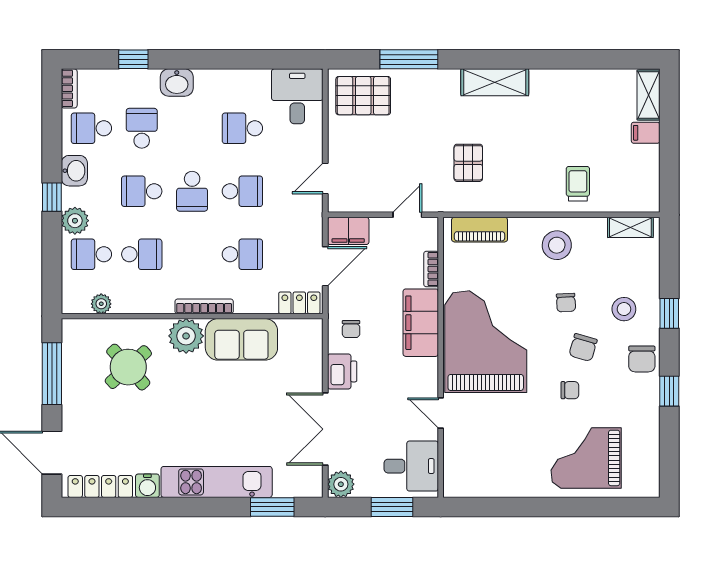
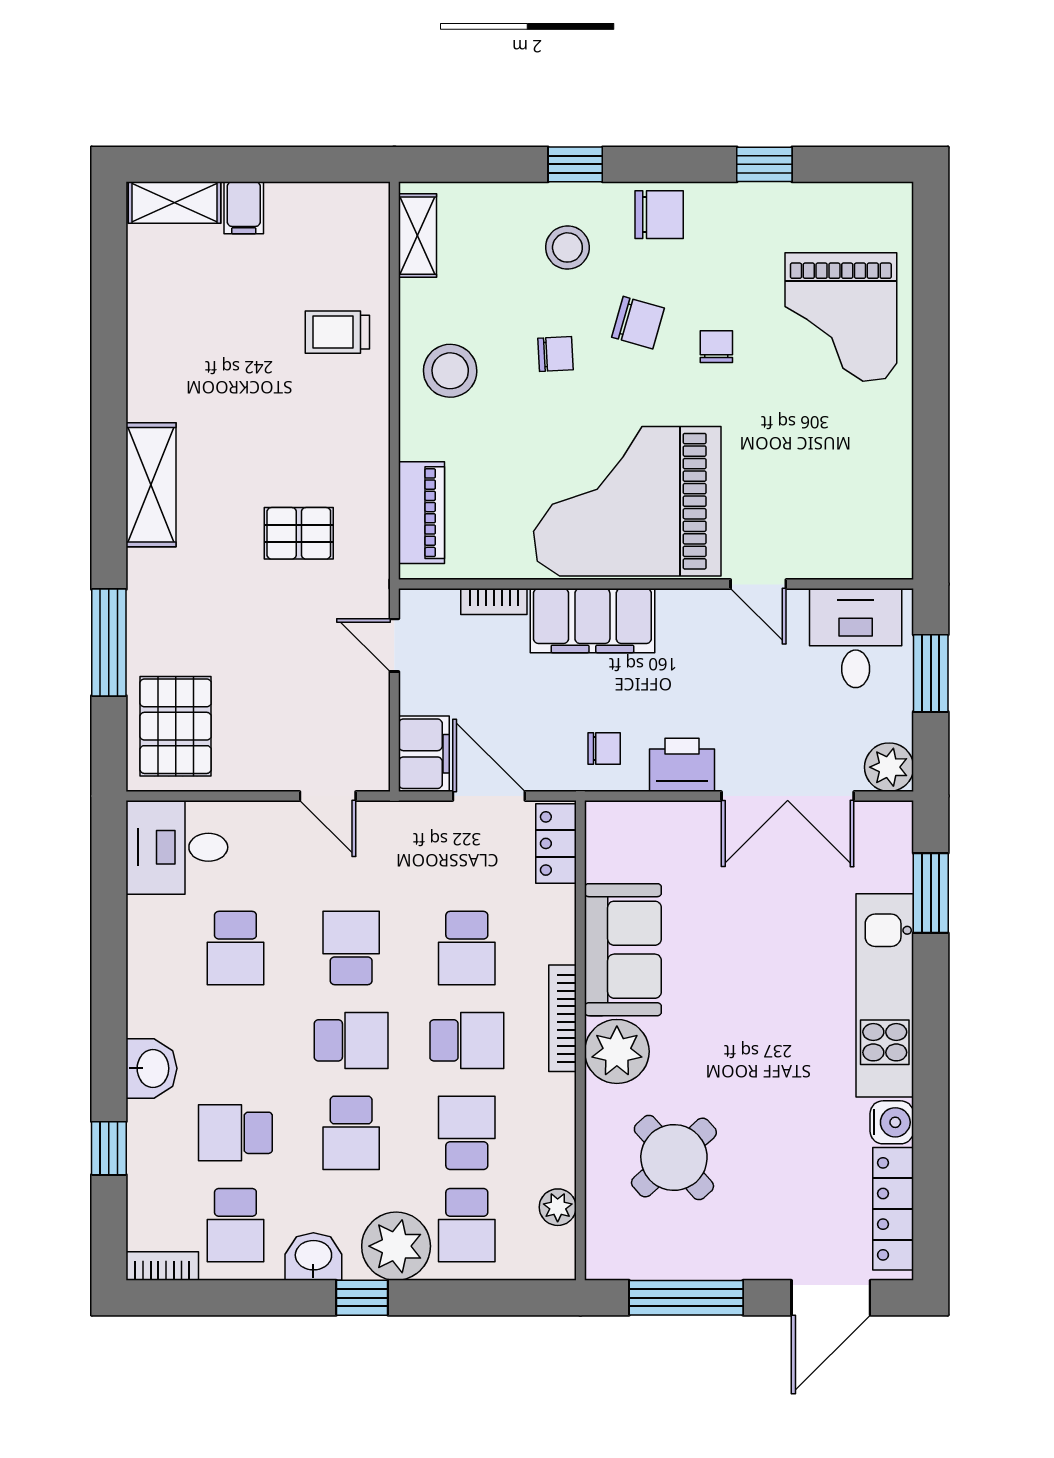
plant: (75, 221) -> (396, 1246), width x1.36, depth x1.36
school desk: (192, 254) -> (467, 1040), added
school desk: (242, 254) -> (467, 948), turned 180
window: (669, 391) -> (764, 164), moved
door: (441, 413) -> (758, 584), hinge flipped

